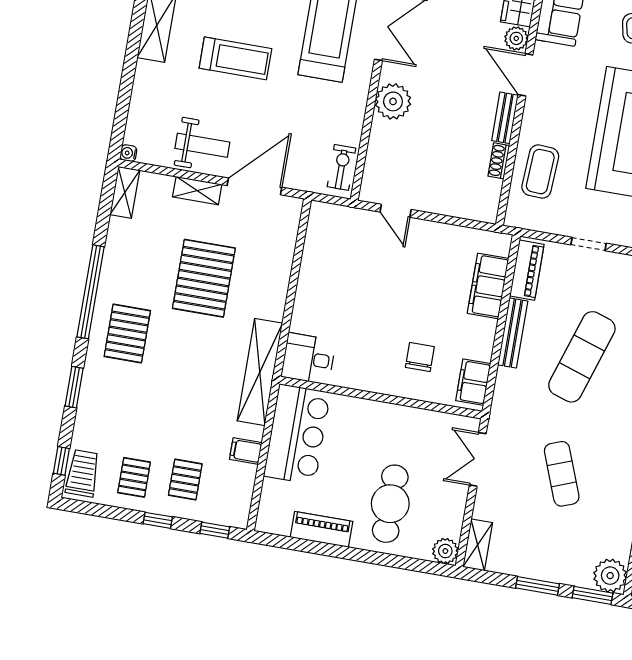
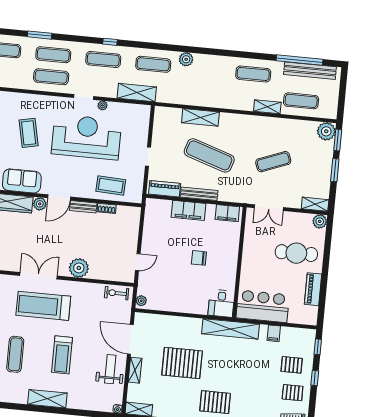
treadmill: (235, 58) -> (62, 355), turned 180
plant: (324, 212) -> (141, 301), added
filing cabinet: (488, 286) -> (188, 210), moved
chair: (420, 357) -> (199, 258), moved

